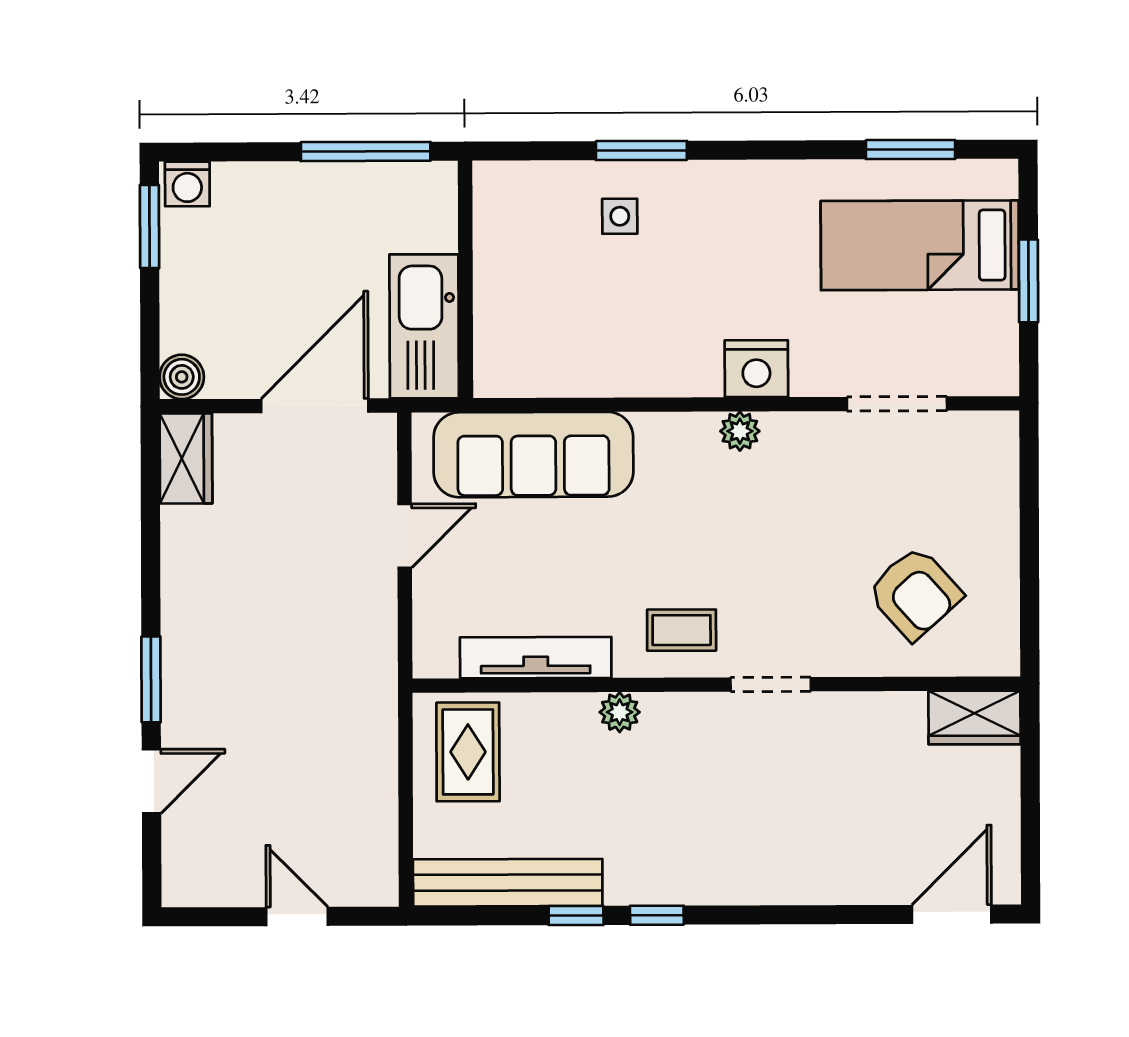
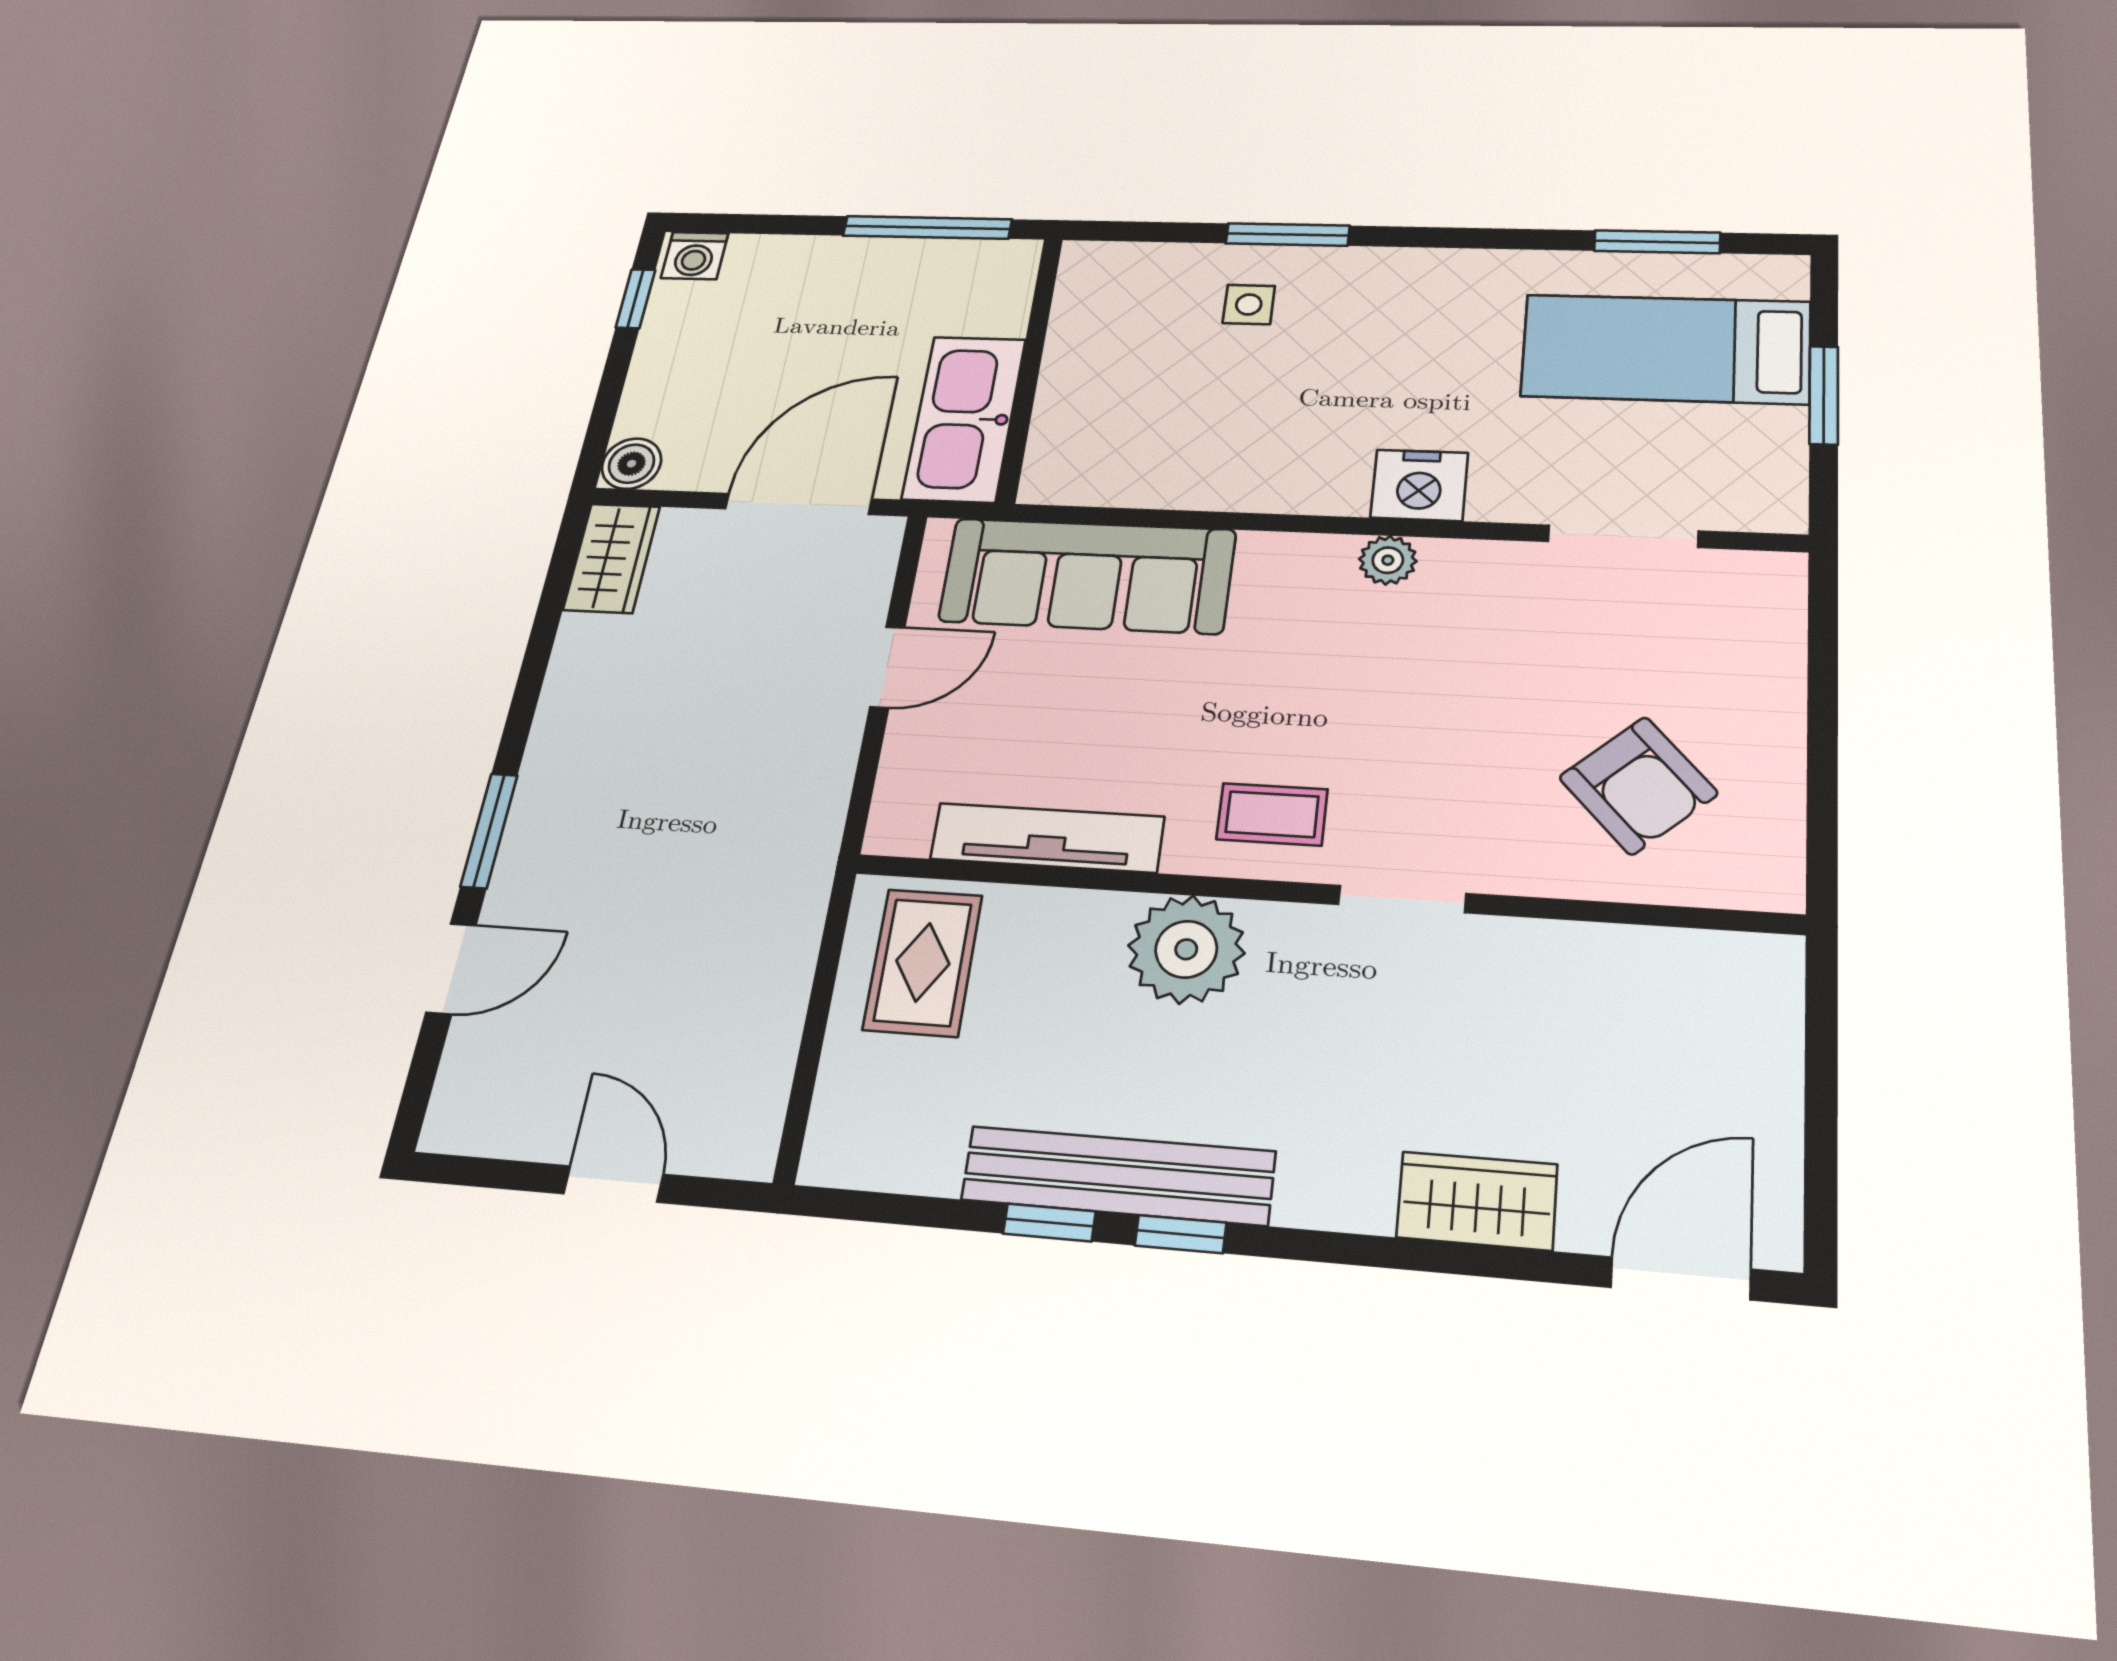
window: (150, 227) -> (636, 299), width x0.67
plant: (620, 712) -> (1186, 949), width x1.88, depth x1.88
wardrobe: (974, 718) -> (1477, 1201), moved, turned 180
bench: (508, 883) -> (1118, 1176), moved

